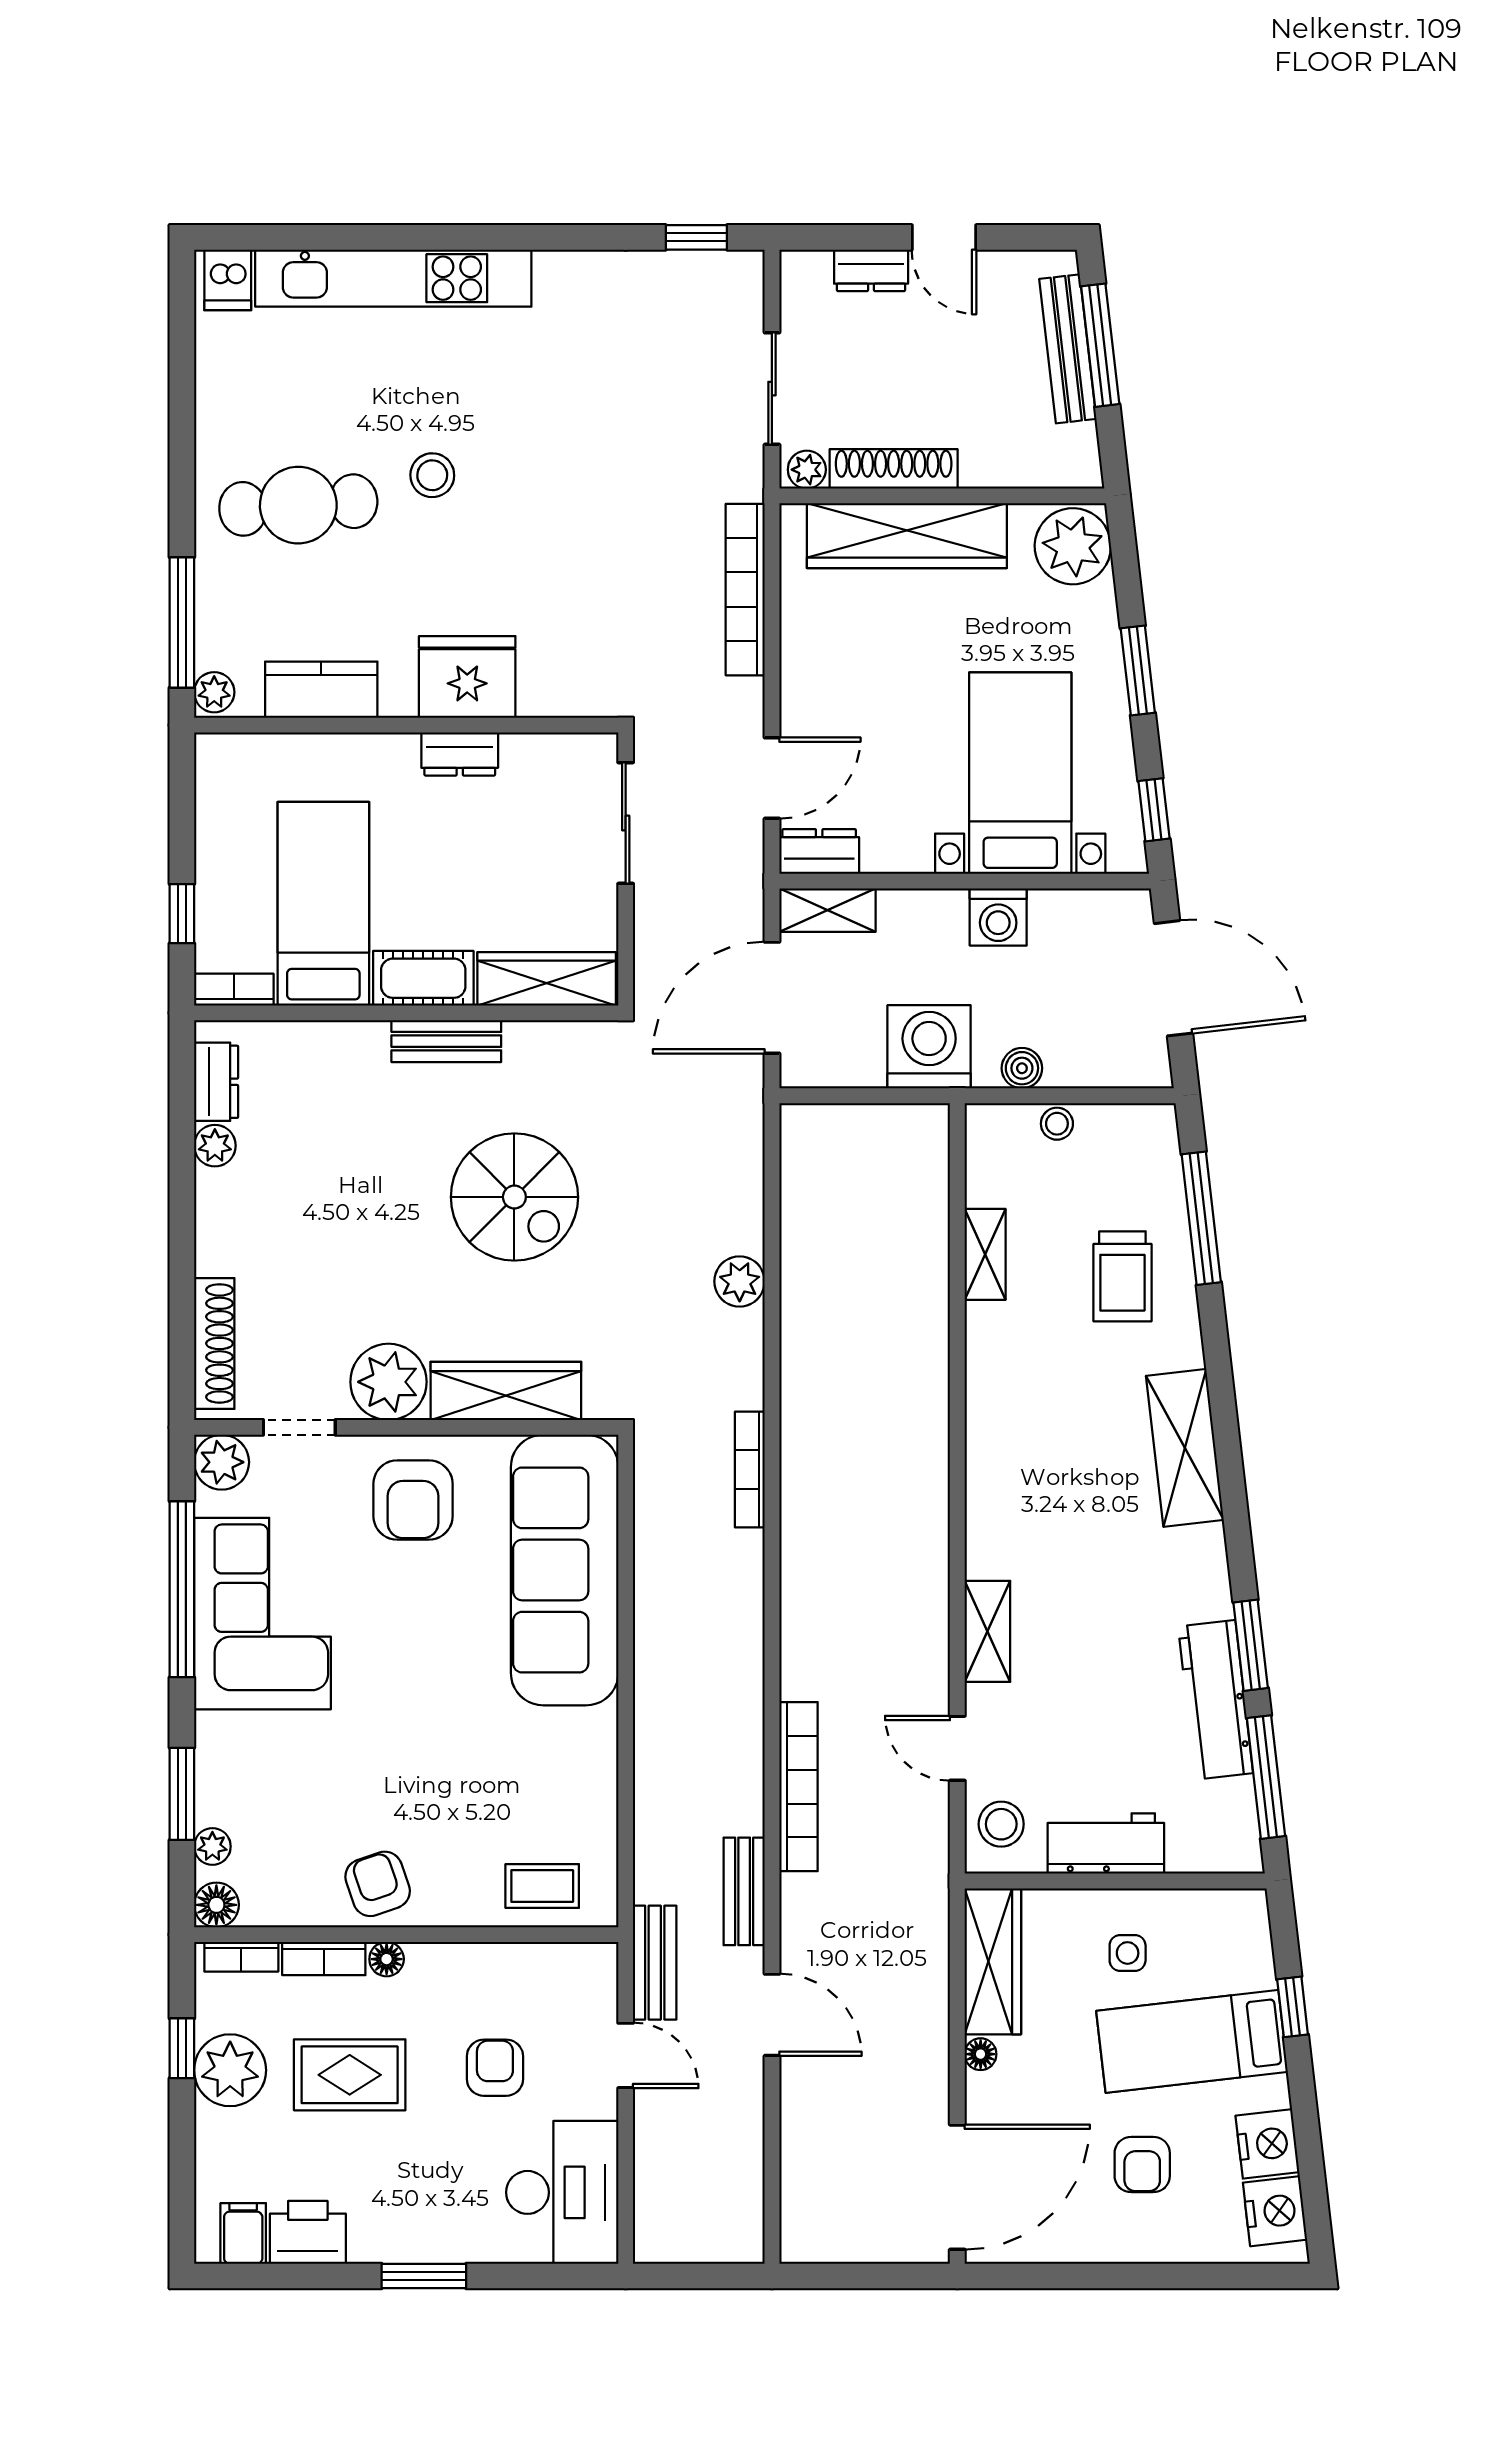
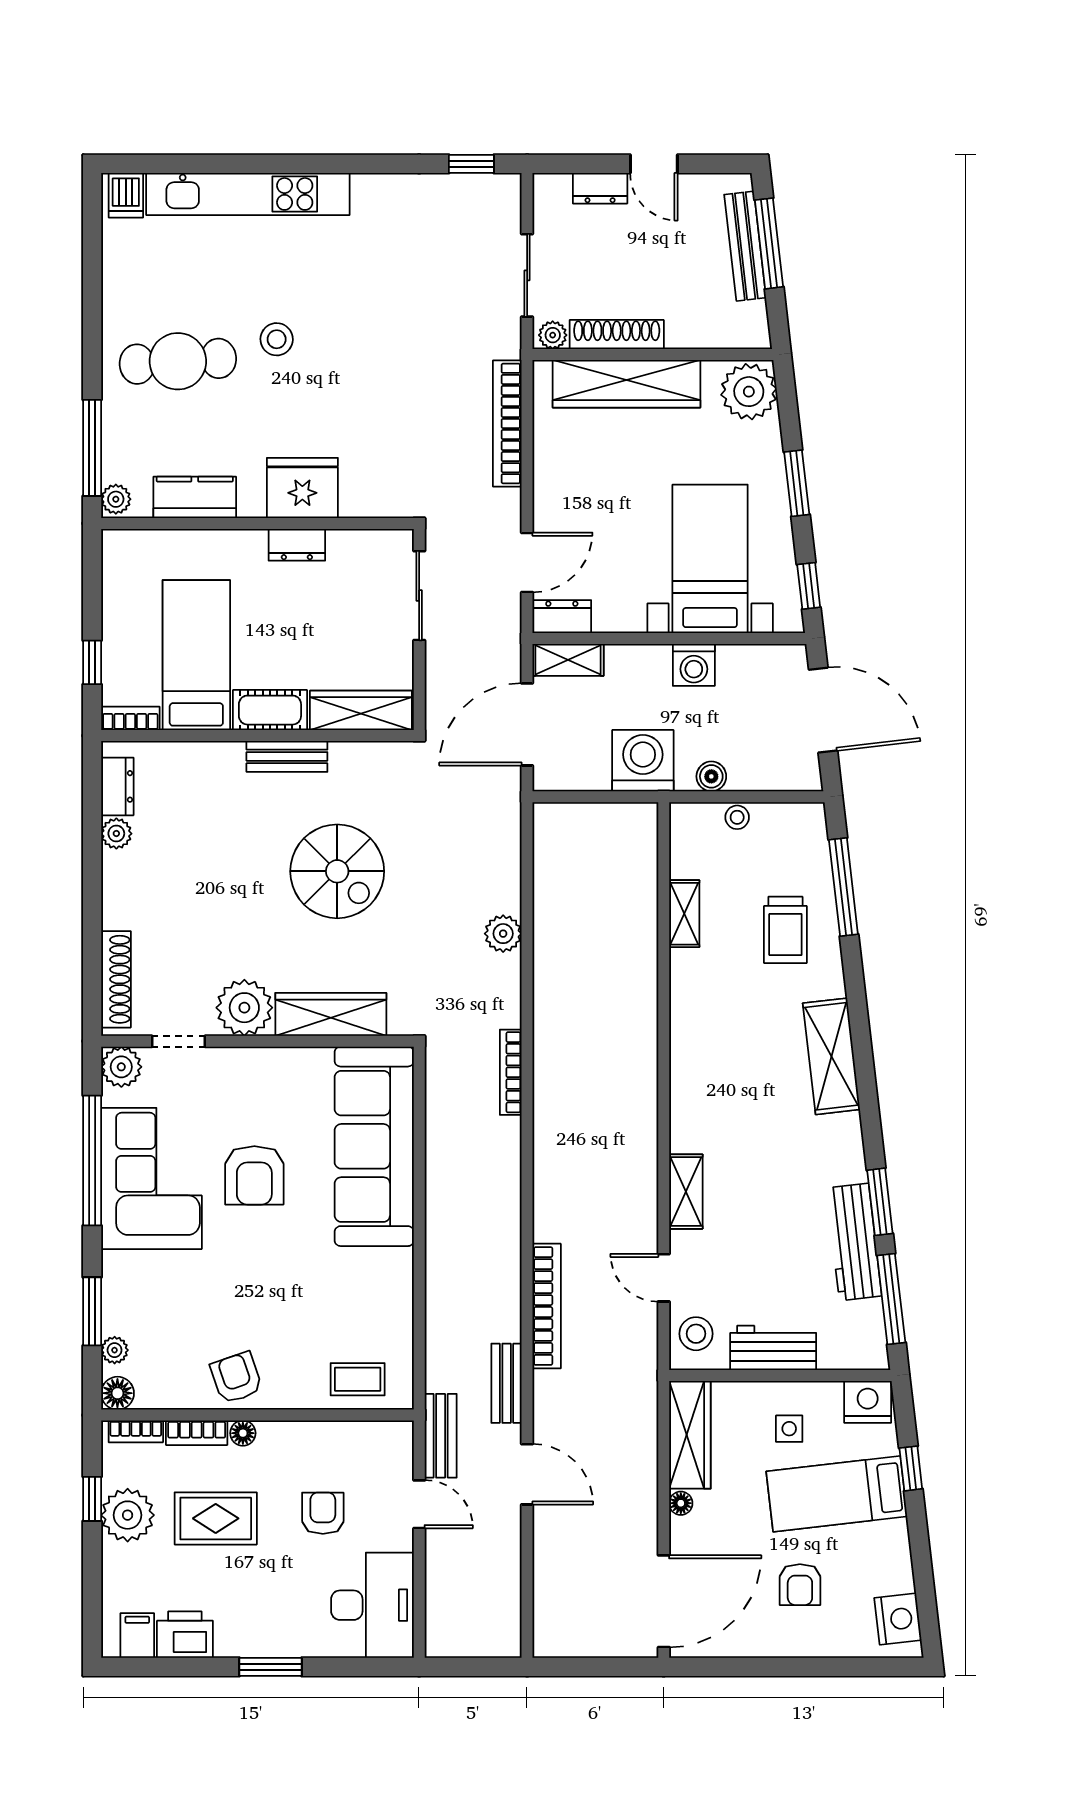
armchair: (413, 1500) -> (254, 1175), moved
nightstand: (1267, 2144) -> (868, 1402), moved, turned -83

